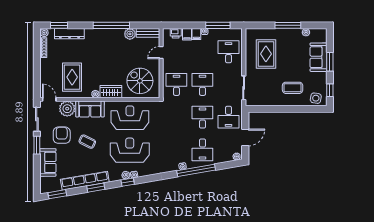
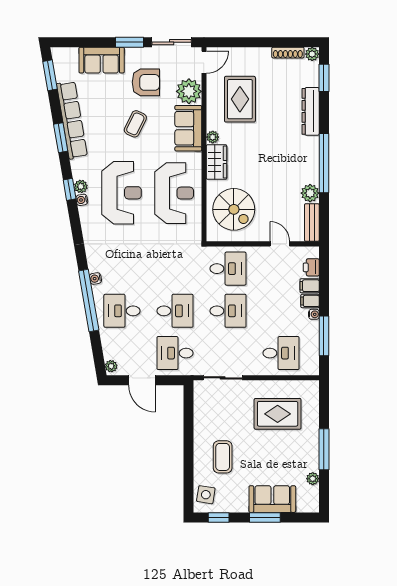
dresser: (69, 34) -> (311, 111), moved
rug: (72, 77) -> (240, 99), turned 90
spiral stairs: (140, 81) -> (234, 209), turned 90

